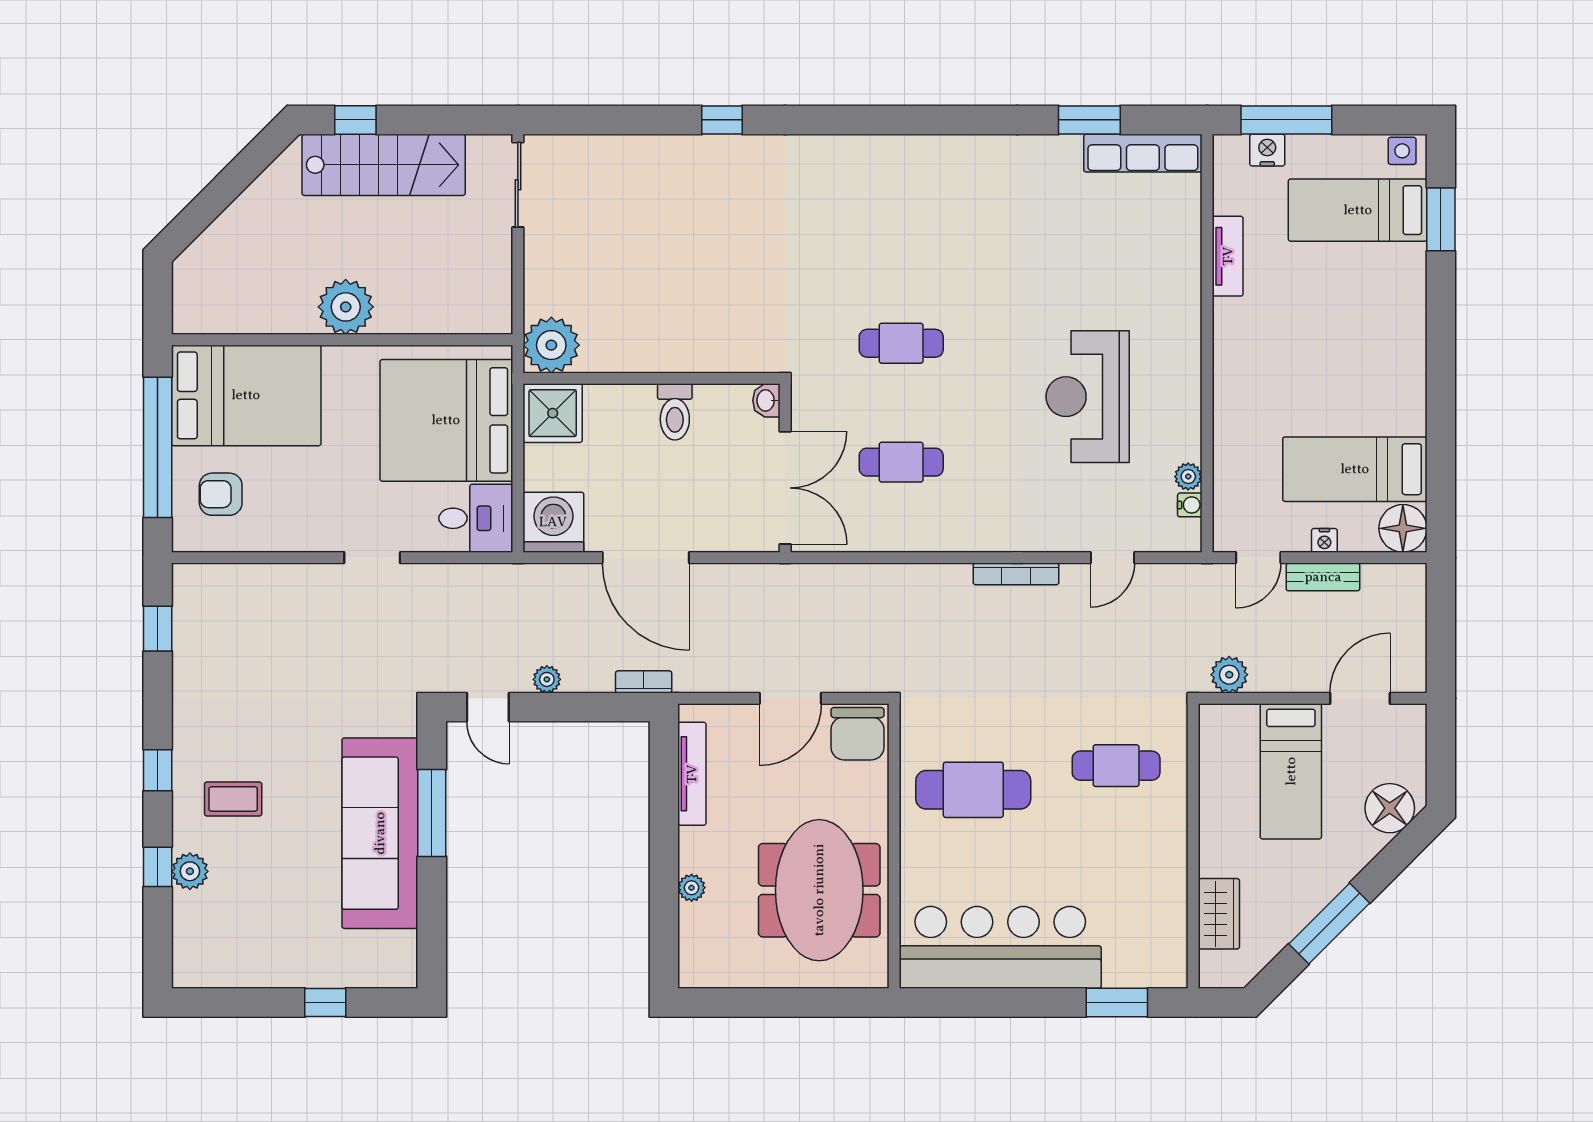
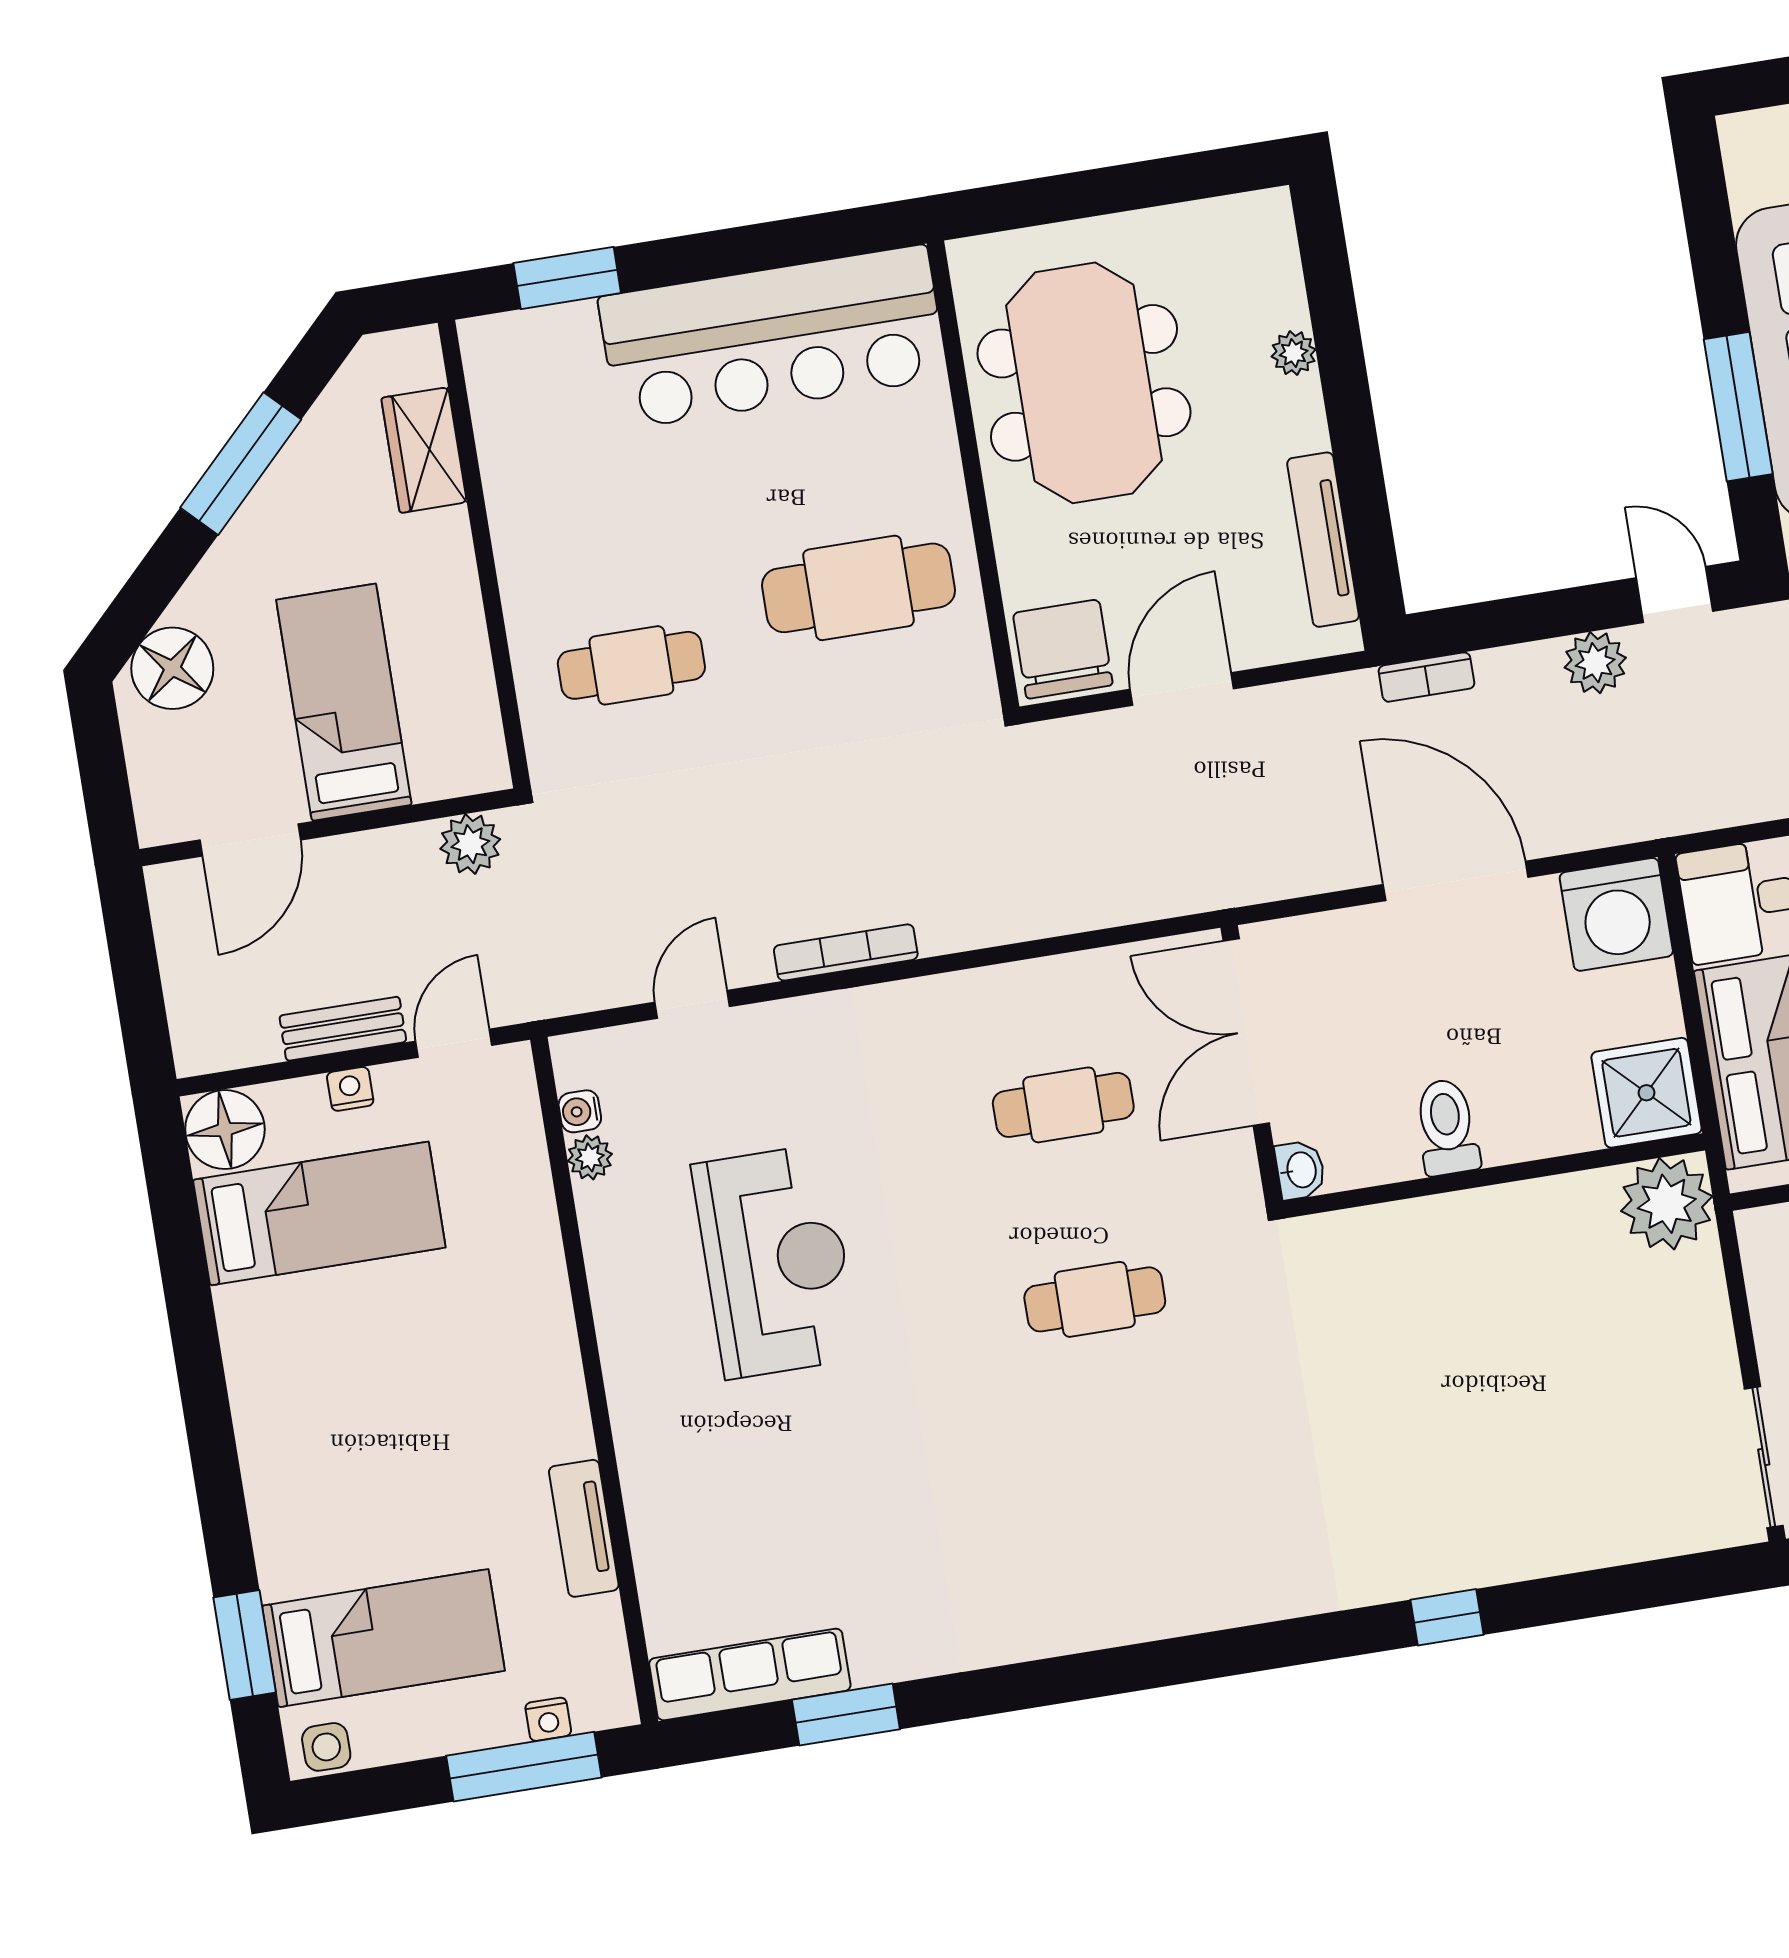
nightstand: (1267, 150) -> (548, 1719), width x0.72, depth x0.74
plant: (547, 679) -> (1595, 663), width x1.38, depth x1.38

